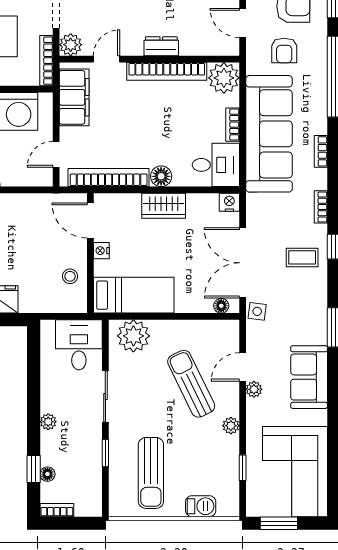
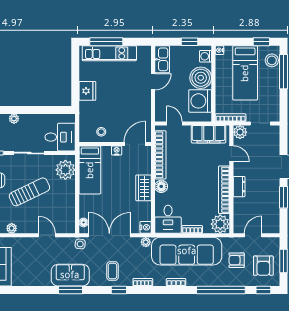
sofa: (309, 377) -> (70, 275), moved
sun lounger: (191, 384) -> (29, 192), moved
plant: (254, 389) -> (146, 242), moved

